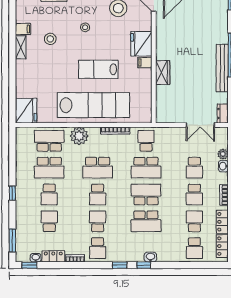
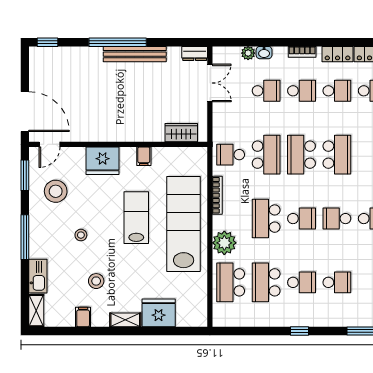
shelving: (21, 47) -> (125, 320), moved
filing cabinet: (145, 62) -> (144, 156), moved
lab bench: (98, 69) -> (136, 218), turned 180
wardrobe: (163, 72) -> (181, 133), moved
fridge: (26, 111) -> (159, 313), moved
school desk: (49, 168) -> (266, 282), turned 180
school desk: (98, 168) -> (266, 219), turned 180
school desk: (49, 221) -> (337, 282), turned 180
school desk: (194, 221) -> (337, 91), turned 180

